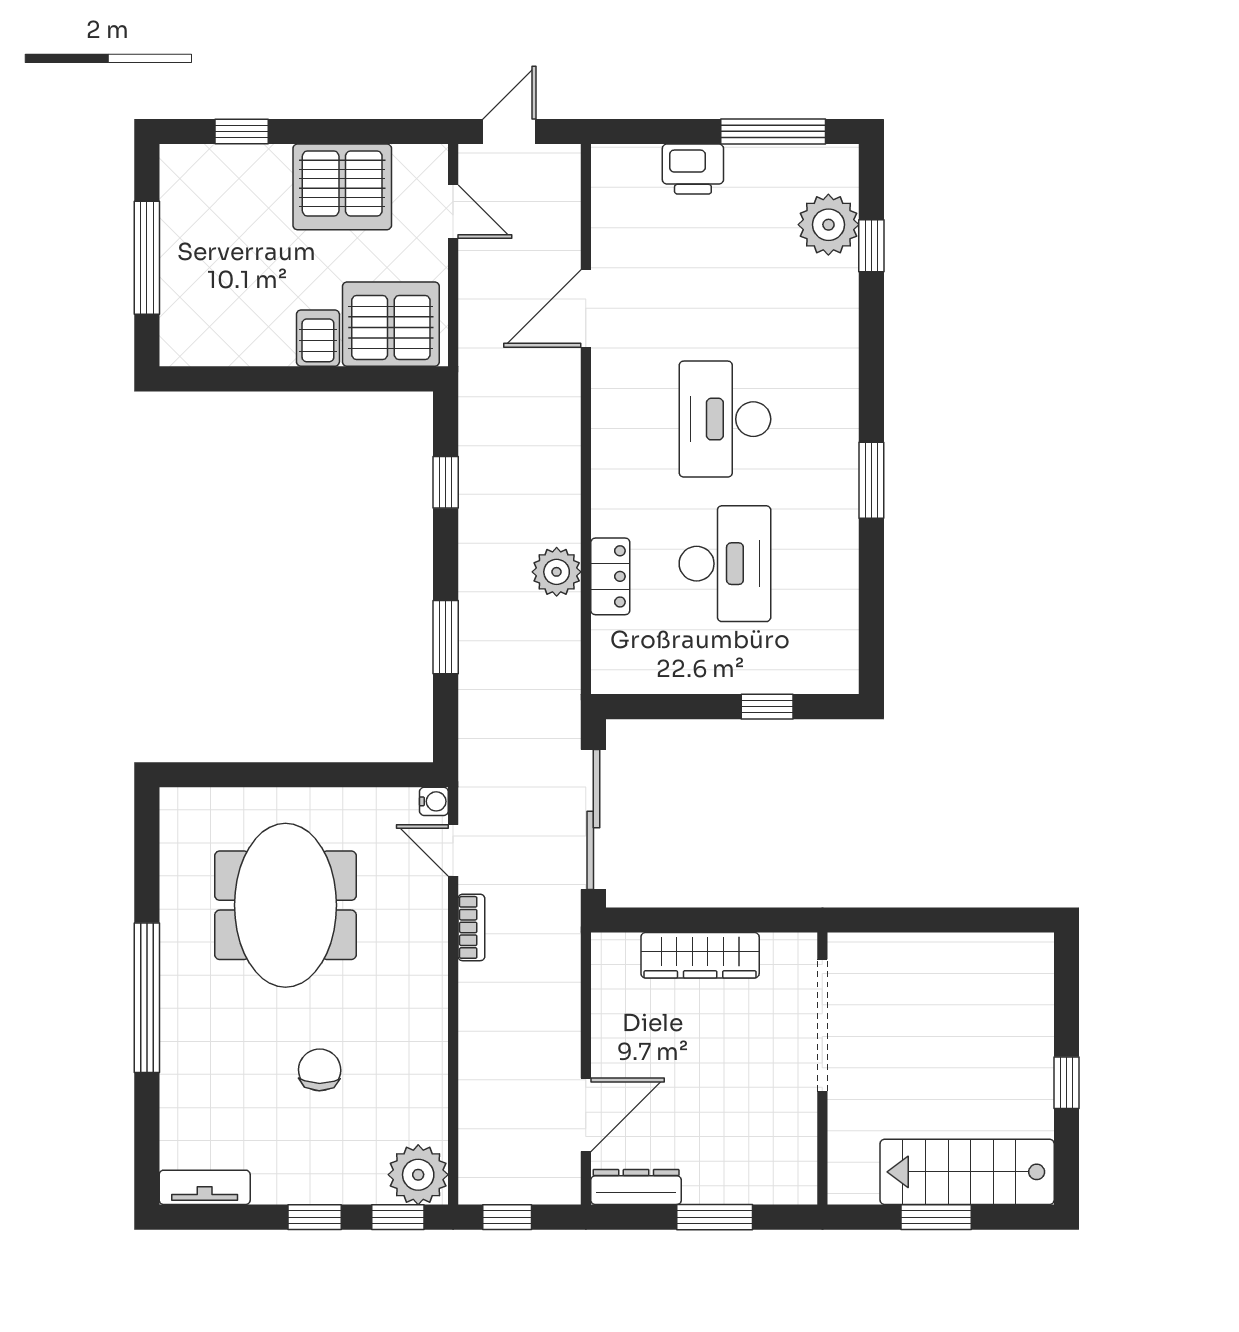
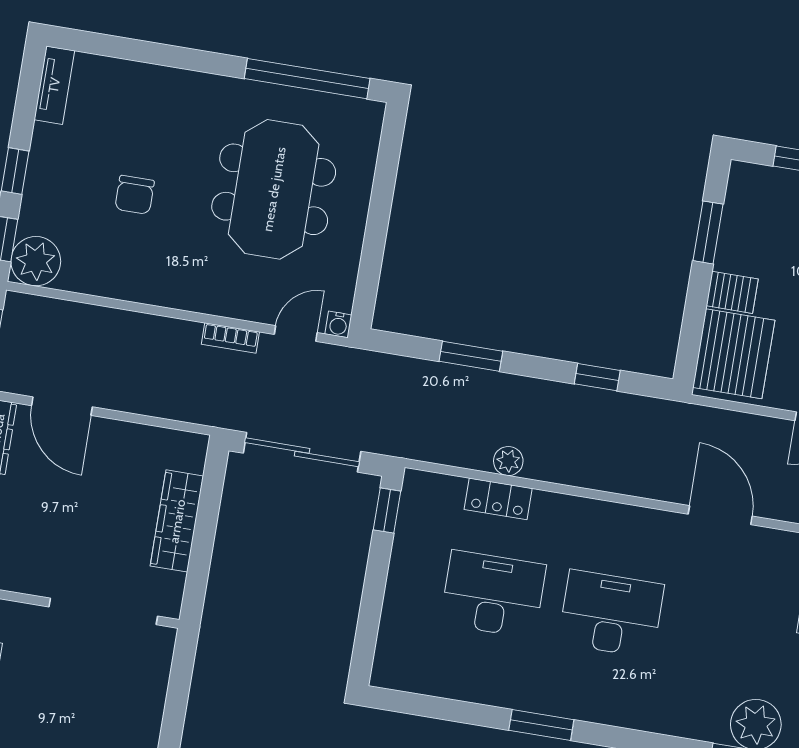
window: (251, 379) -> (708, 232), added
desk: (725, 564) -> (493, 594), turned 180
plant: (557, 572) -> (508, 461), width x0.73, depth x0.73
window: (767, 707) -> (387, 510), moved
meeting table: (285, 905) -> (274, 189), turned 90
window: (147, 998) -> (307, 79), moved
chair: (320, 1070) -> (135, 195), turned 89

